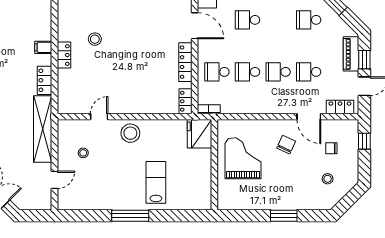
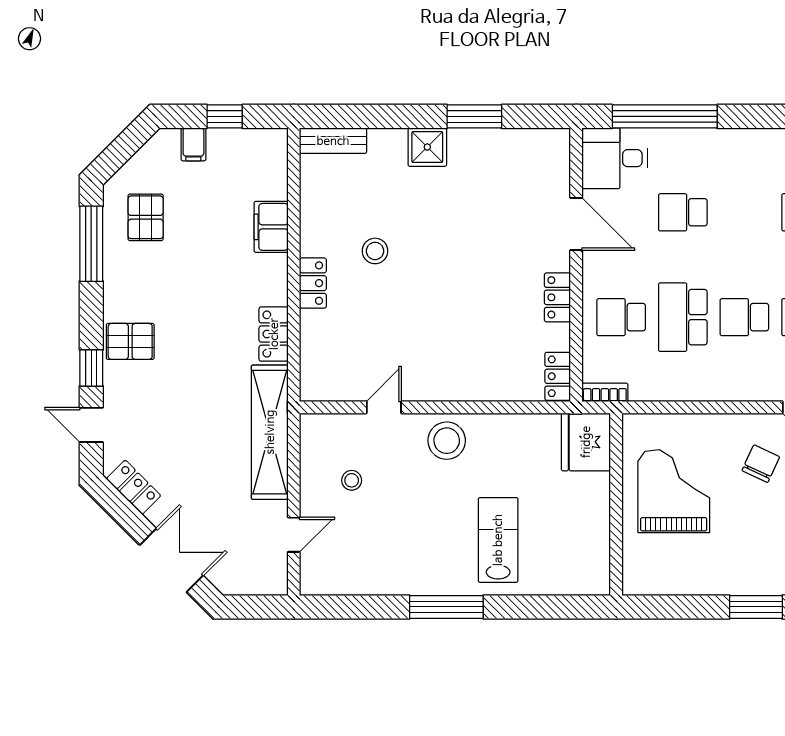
filing cabinet: (43, 47) -> (271, 227), moved, width x2.00
locker: (185, 62) -> (557, 297), width x0.66
school desk: (248, 72) -> (683, 317), width x1.85

